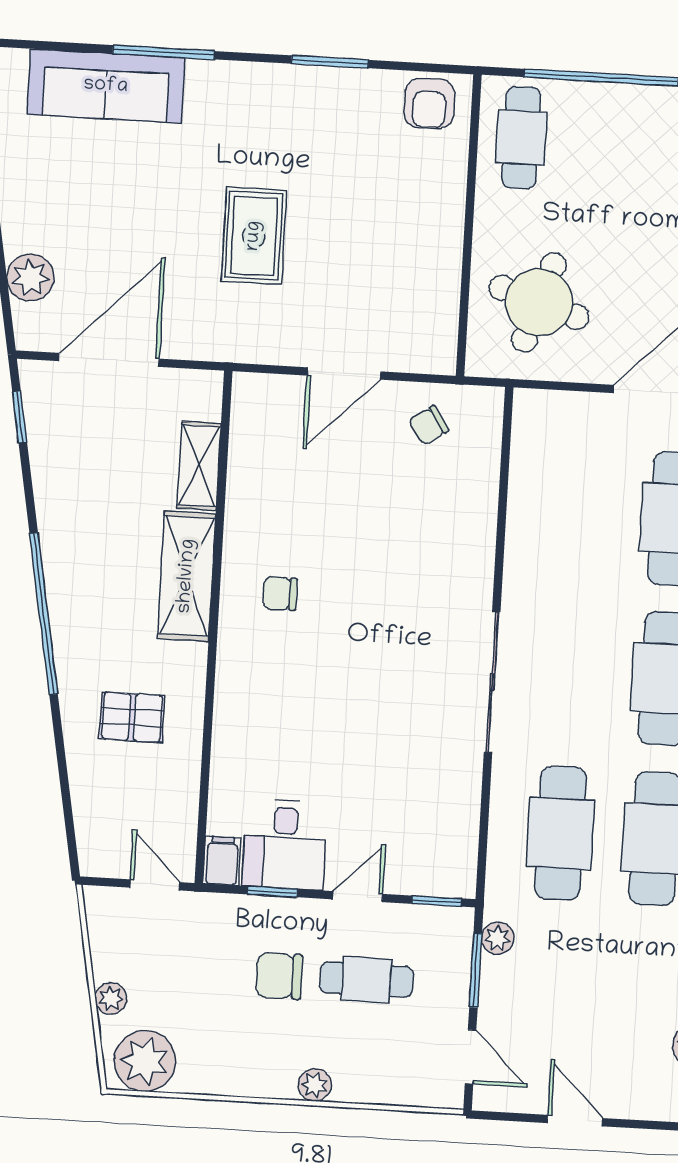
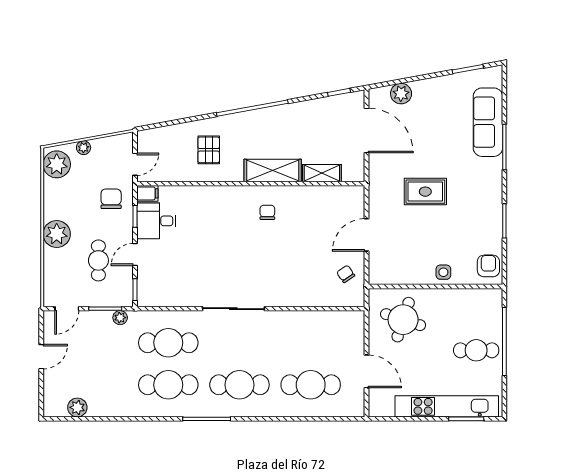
armchair: (429, 103) -> (488, 266), turned 90
cafe table: (521, 138) -> (476, 350), moved
side table: (437, 206) -> (443, 272), added
door: (344, 374) -> (367, 235), hinge flipped
door: (358, 897) -> (135, 254), swing flipped
chair: (279, 976) -> (111, 199), moved
plant: (315, 1085) -> (57, 234), width x1.88, depth x1.88

